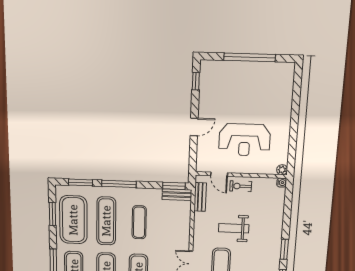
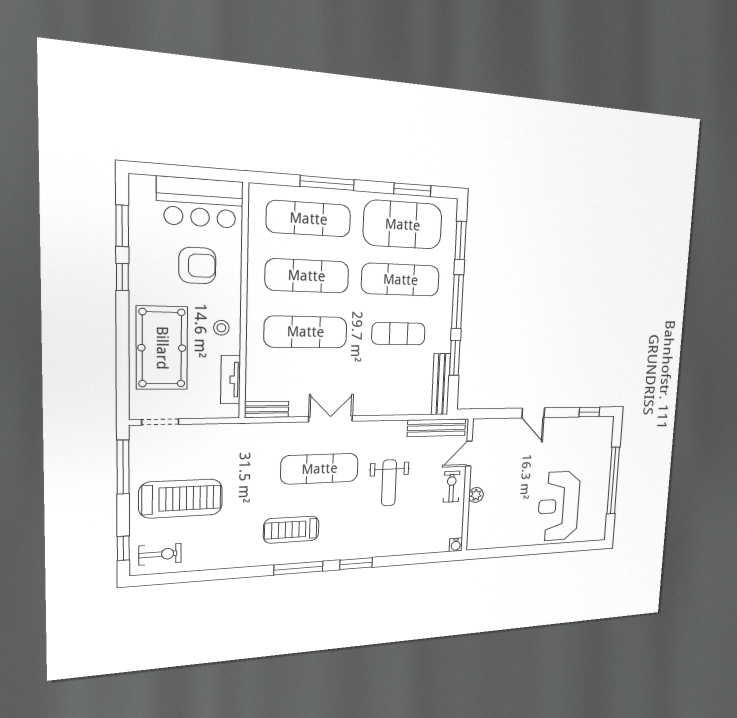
reception desk: (244, 140) -> (559, 506), moved
plant: (282, 170) -> (476, 495), moved
window: (174, 186) -> (455, 358), moved
bench: (177, 195) -> (441, 384), width x1.36
bench: (200, 197) -> (437, 428), width x1.36
weight bench: (234, 228) -> (389, 483), turned 180

